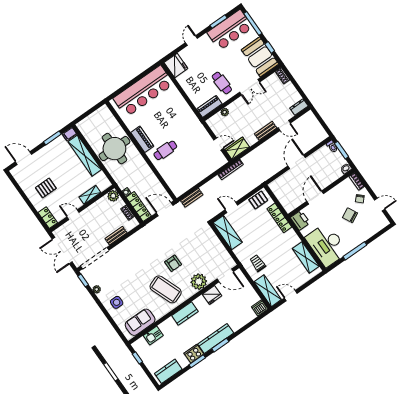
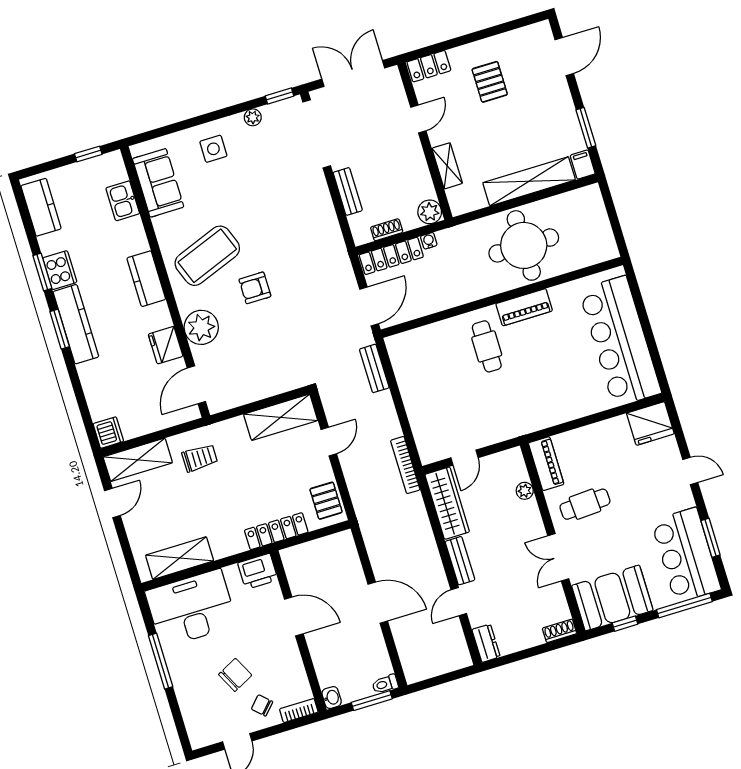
wardrobe: (237, 148) -> (447, 503), width x1.50

